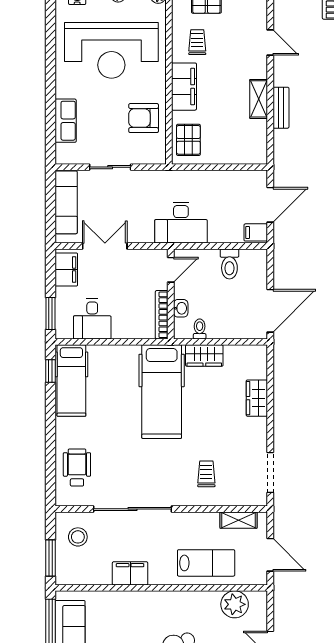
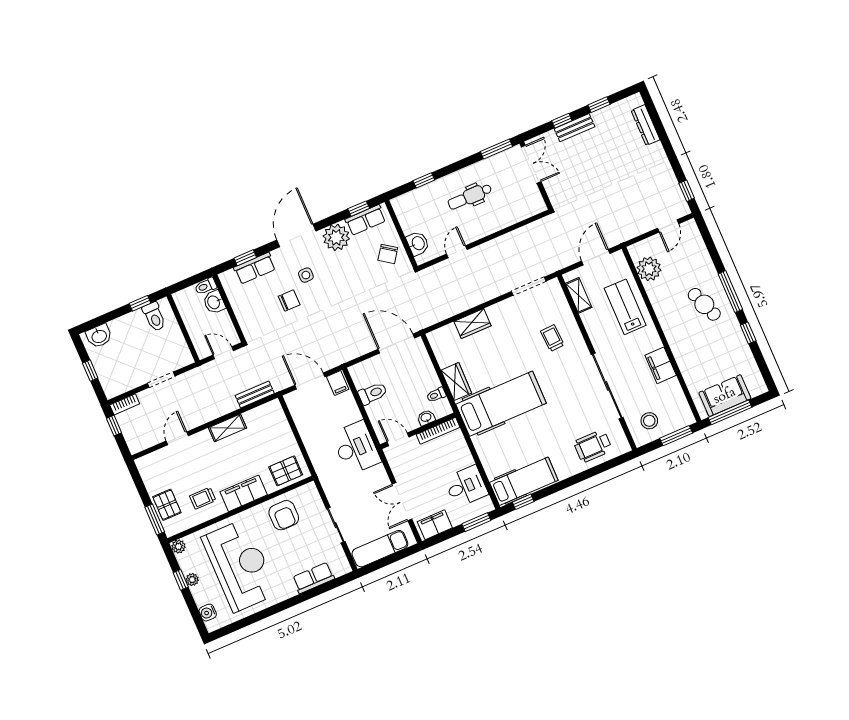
bench: (281, 108) -> (255, 394), moved
trolley: (206, 474) -> (552, 338), turned 87

